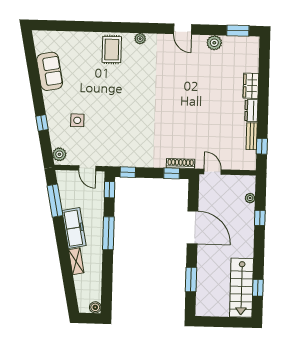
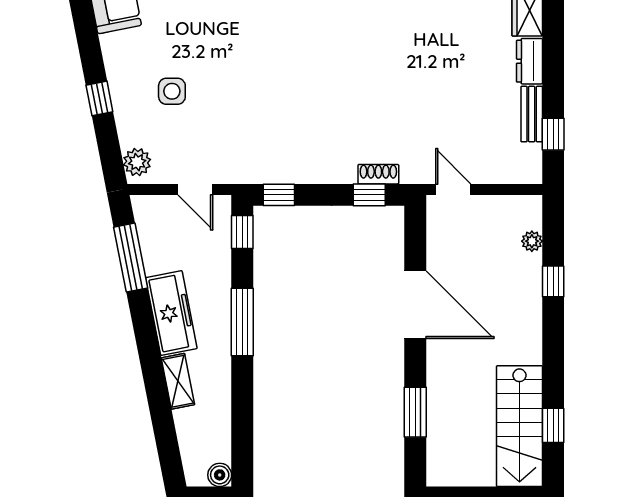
shoe rack: (181, 164) -> (378, 174), width x0.70

